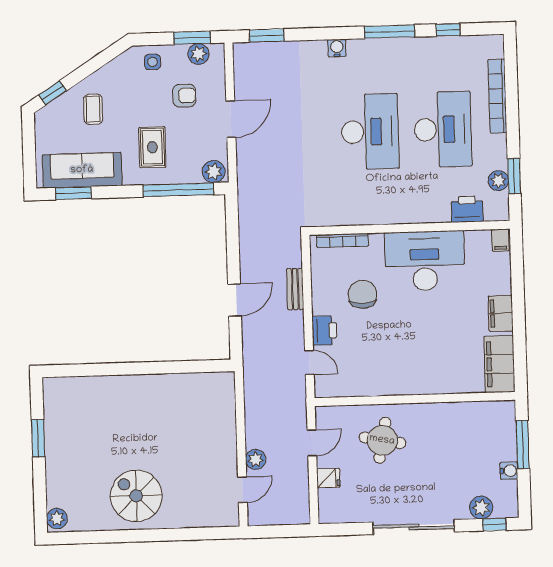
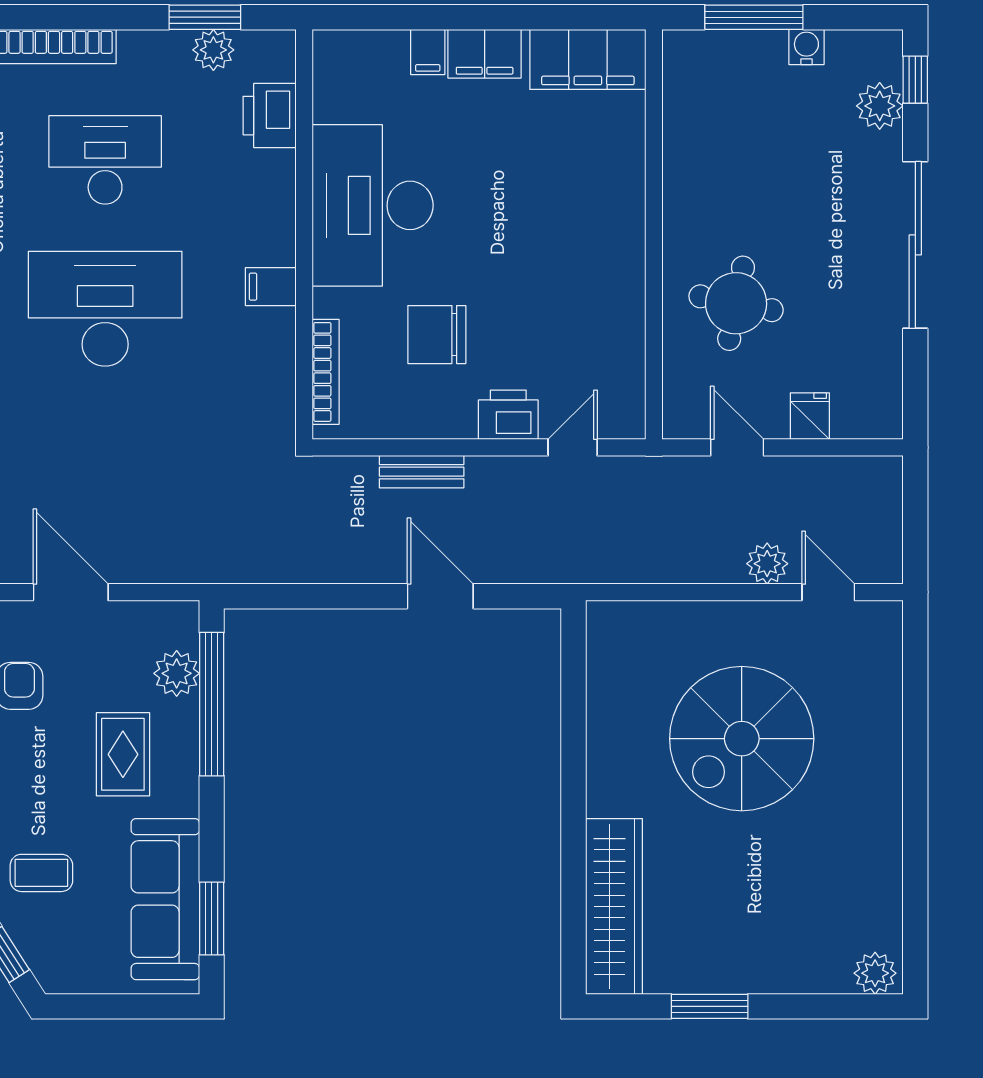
desk: (443, 129) -> (105, 160), width x0.73, depth x0.77
rug: (152, 147) -> (123, 754), turned 90
plant: (214, 172) -> (177, 673), moved
filing cabinet: (383, 212) -> (271, 287), added
filing cabinet: (500, 240) -> (428, 52), moved, turned 90
wardrobe: (85, 390) -> (614, 906), added
spiral stairs: (136, 496) -> (742, 739), moved, width x1.37, depth x1.37

